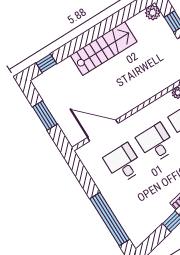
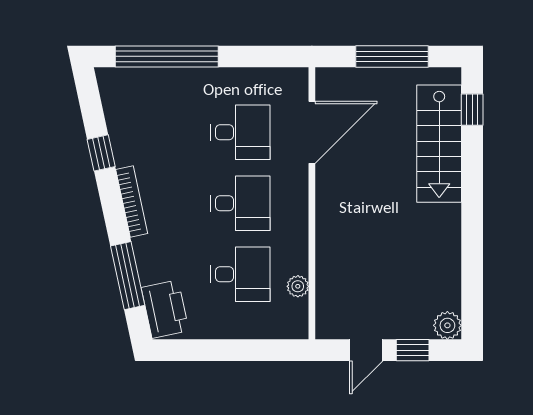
stairs: (104, 49) -> (439, 144), moved
window: (45, 115) -> (392, 56), width x1.44

